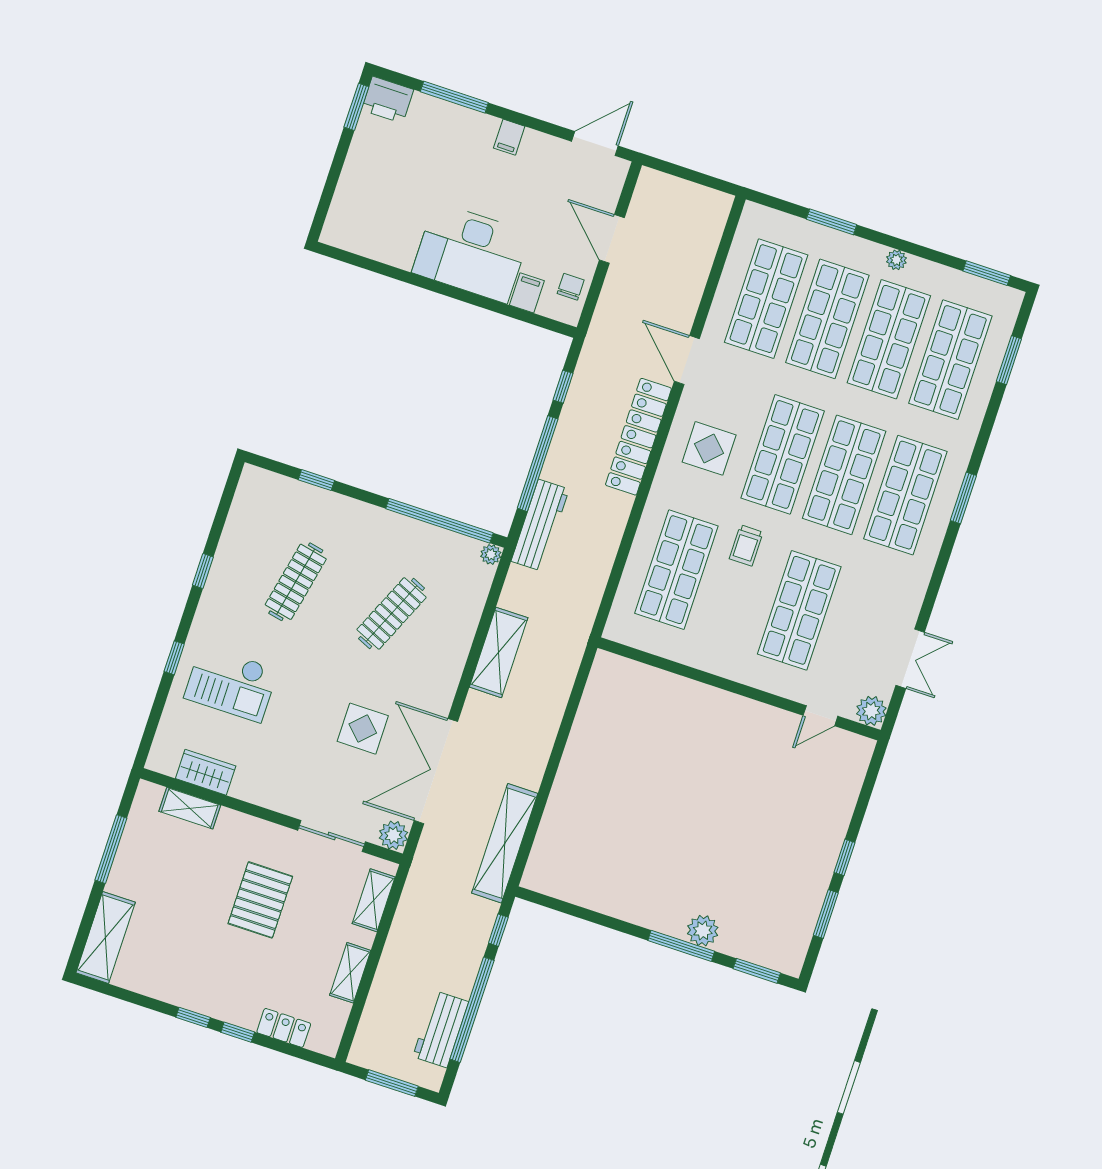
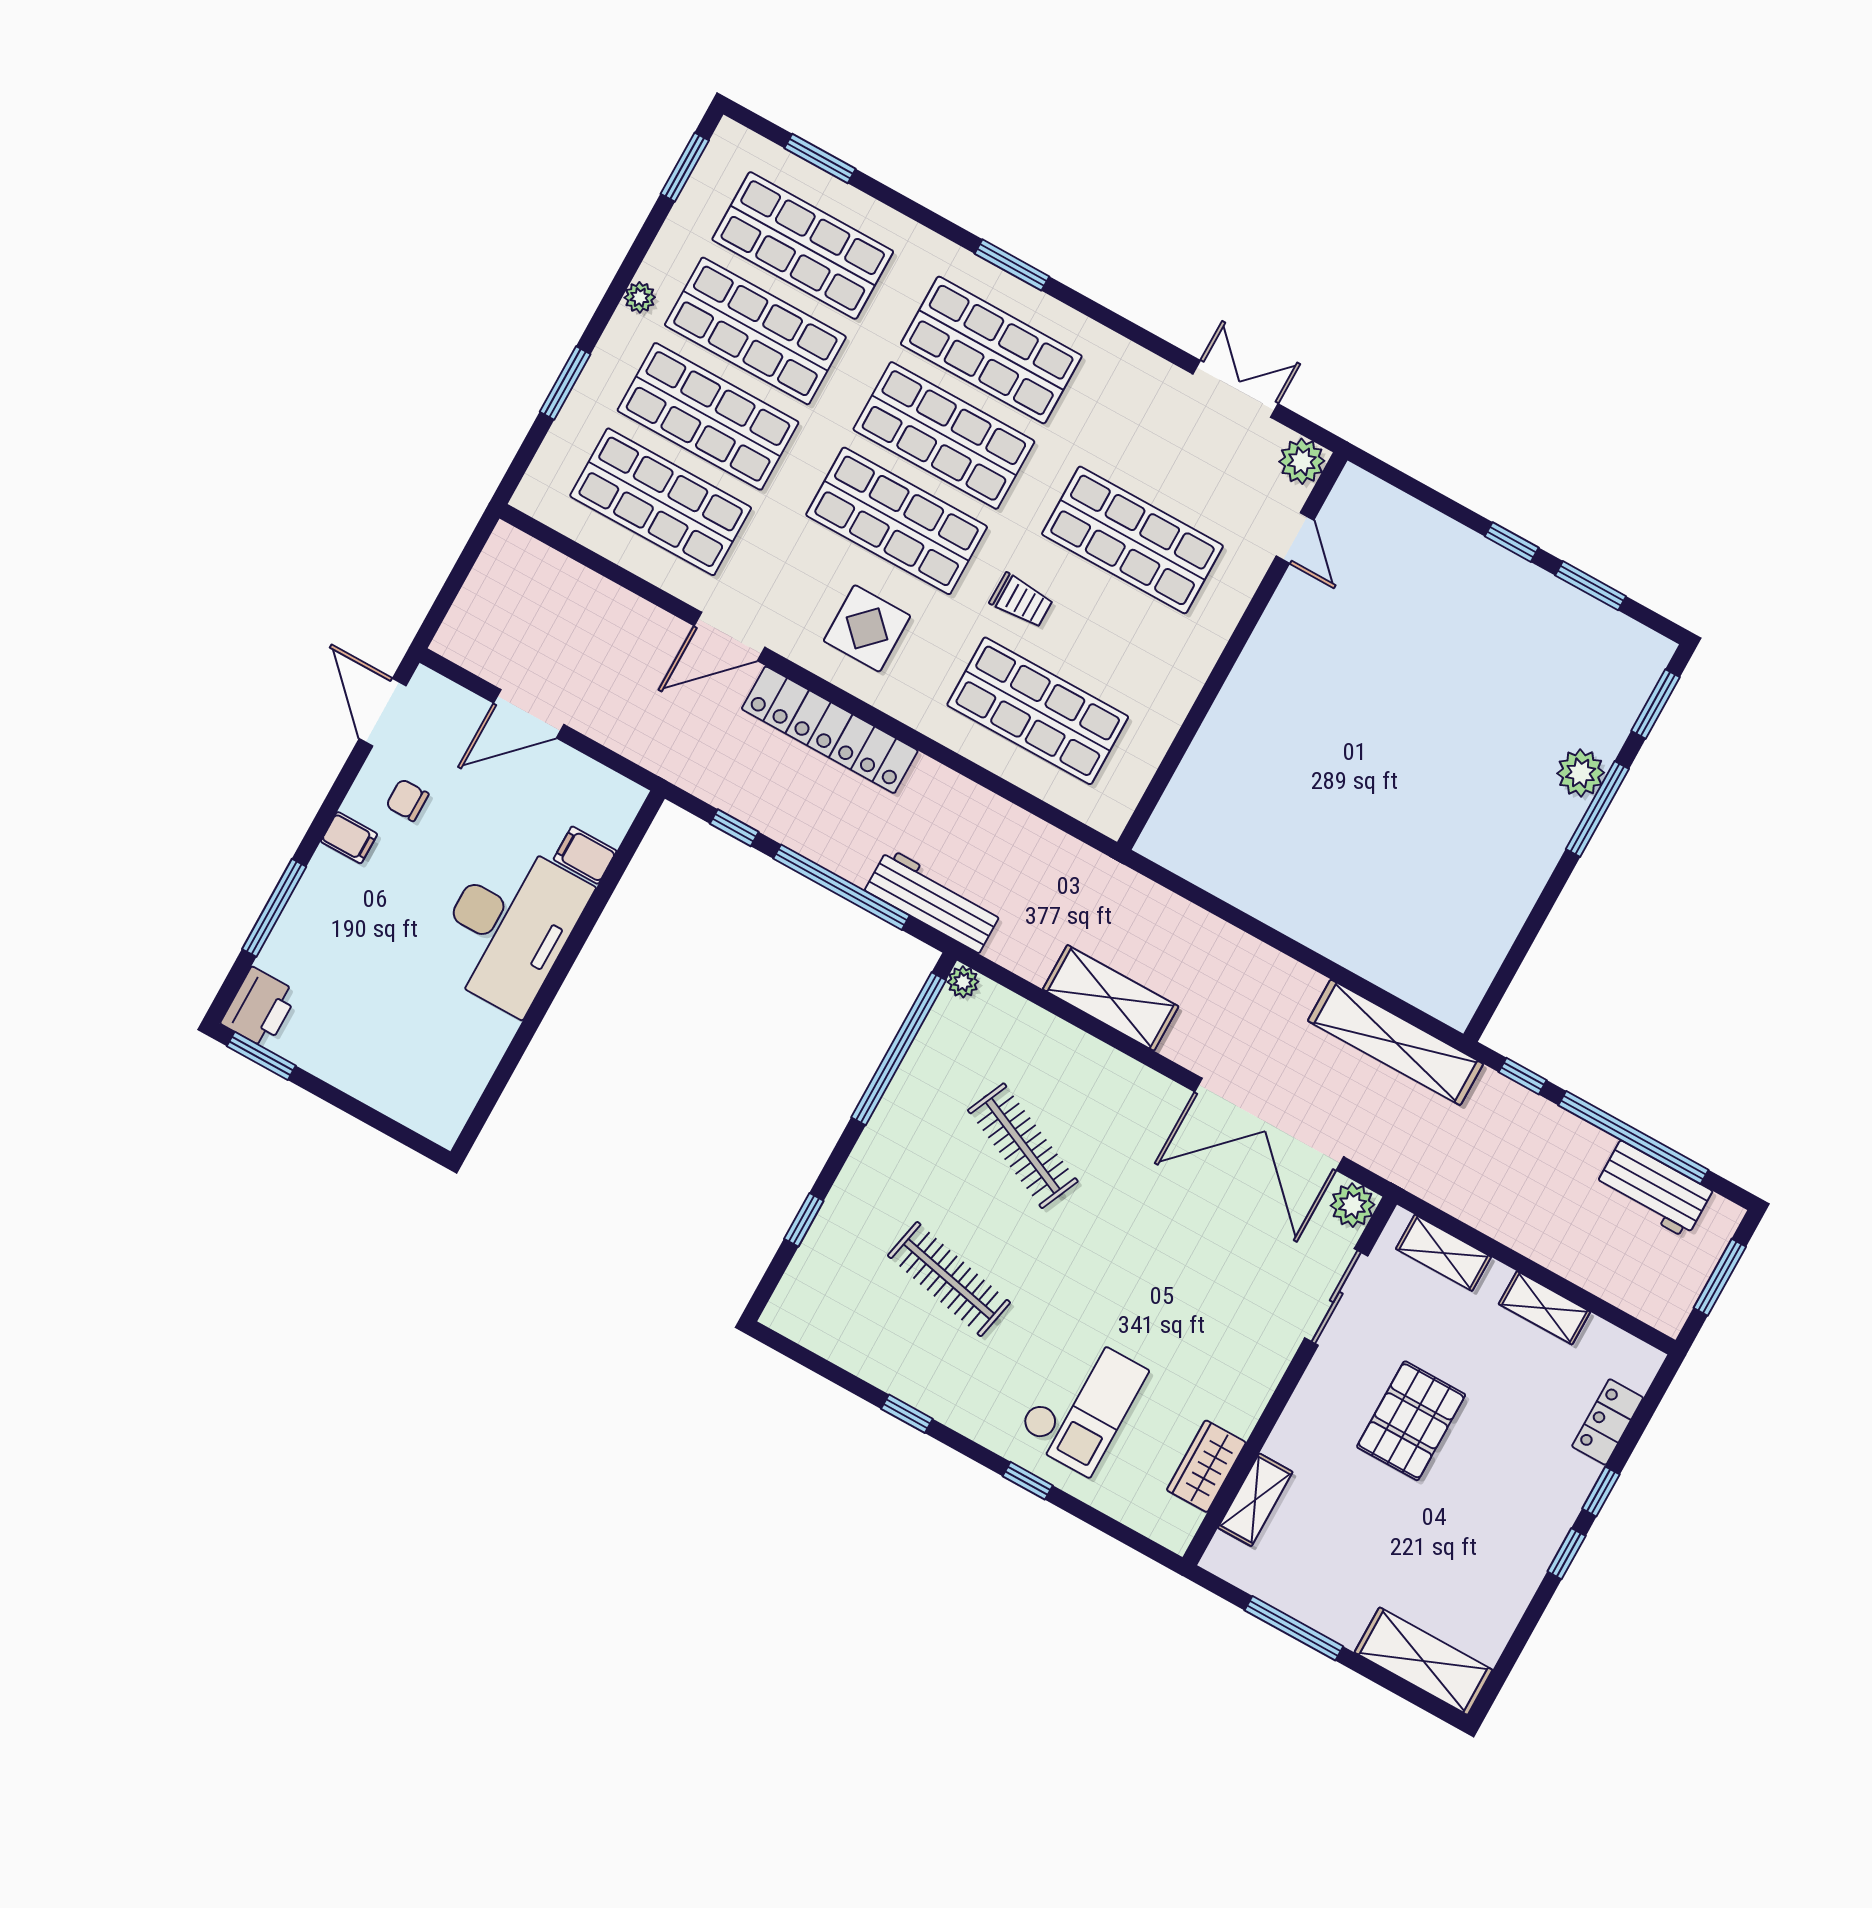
chair: (571, 287) -> (407, 800), moved
display table: (363, 729) -> (1186, 1221), removed
pallet: (260, 900) -> (1411, 1421), turned 90

